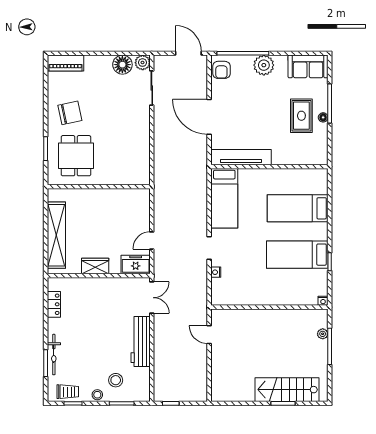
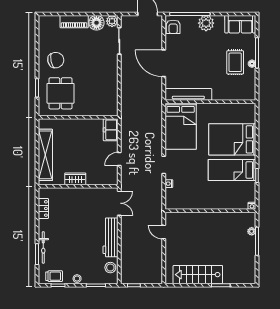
piano: (65, 63) -> (74, 22), moved
bed: (224, 198) -> (181, 126), width x1.50
bed: (298, 208) -> (232, 139), width x1.50
freezer: (136, 265) -> (111, 130), moved, turned -90
stool: (116, 380) -> (110, 268), moved
stairs: (287, 390) -> (198, 275), moved

